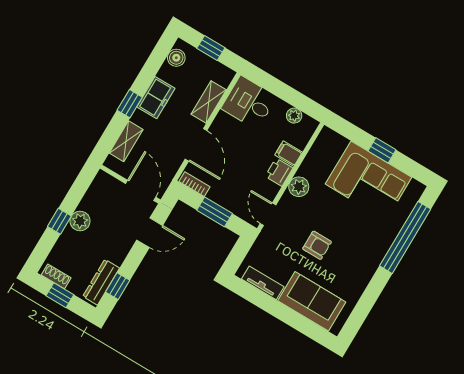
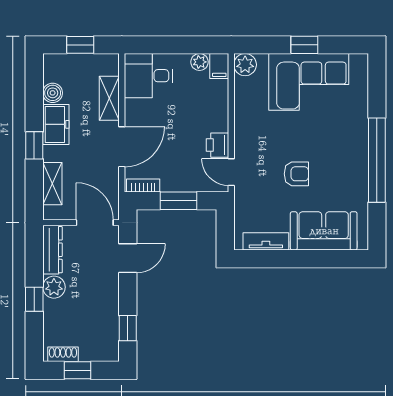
boiler: (176, 58) -> (53, 93), moved
door: (196, 145) -> (122, 147), hinge flipped
filing cabinet: (289, 154) -> (219, 66), moved, turned -90
printer: (279, 172) -> (218, 145), moved
plant: (299, 187) -> (245, 65), moved
window: (405, 237) -> (377, 160), moved
dresser: (101, 282) -> (52, 250), moved, turned 180

